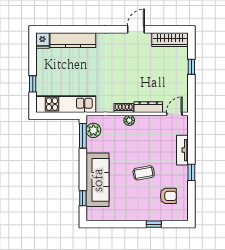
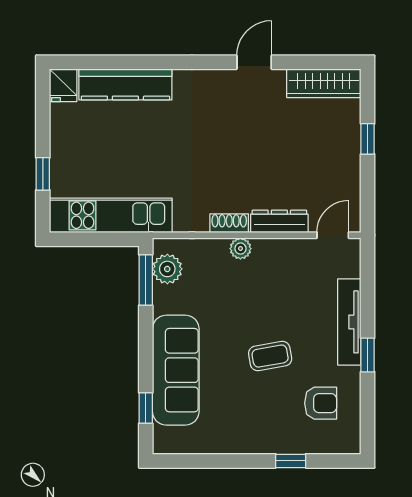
tv unit: (182, 150) -> (349, 322), width x1.41

